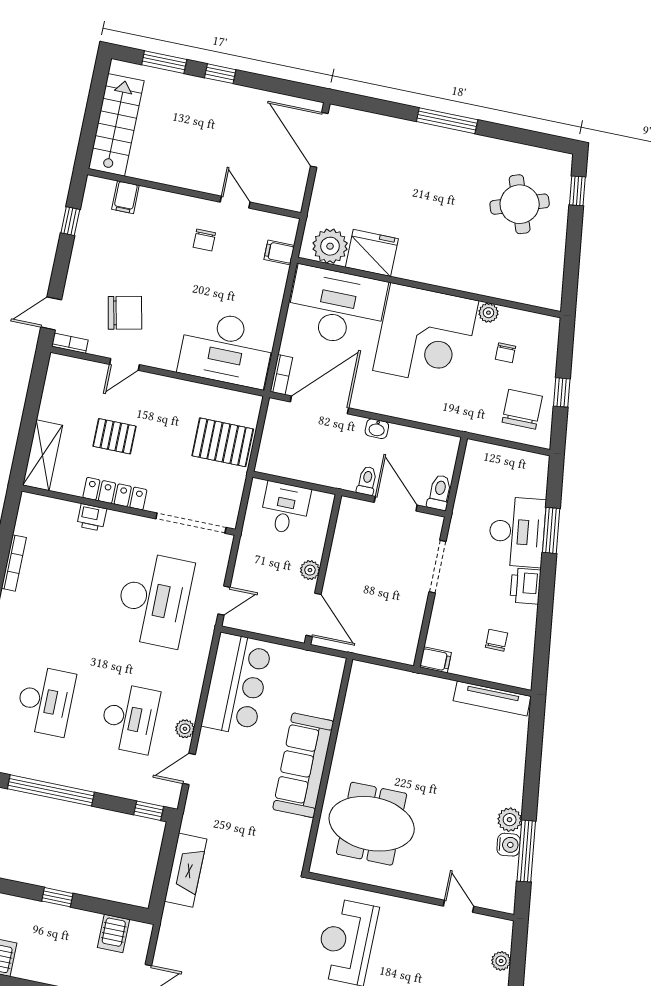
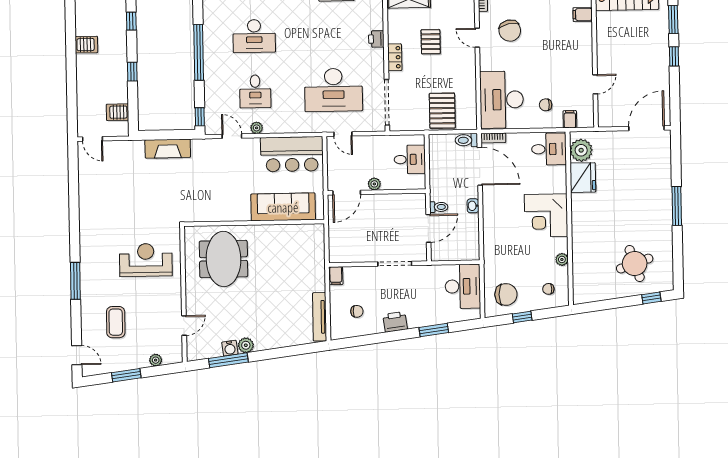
chair: (204, 240) -> (546, 105), moved
desk: (337, 307) -> (549, 149), width x0.53, depth x0.77
corner desk: (426, 336) -> (546, 215), width x0.74, depth x0.74
chair: (505, 353) -> (548, 289), moved
toilet: (439, 493) -> (466, 140), moved, turned 180
locker: (115, 494) -> (395, 57), width x0.66
desk: (517, 532) -> (463, 286), moved, turned -83
desk: (129, 718) -> (255, 91), width x0.73
sofa: (303, 765) -> (283, 207), moved

